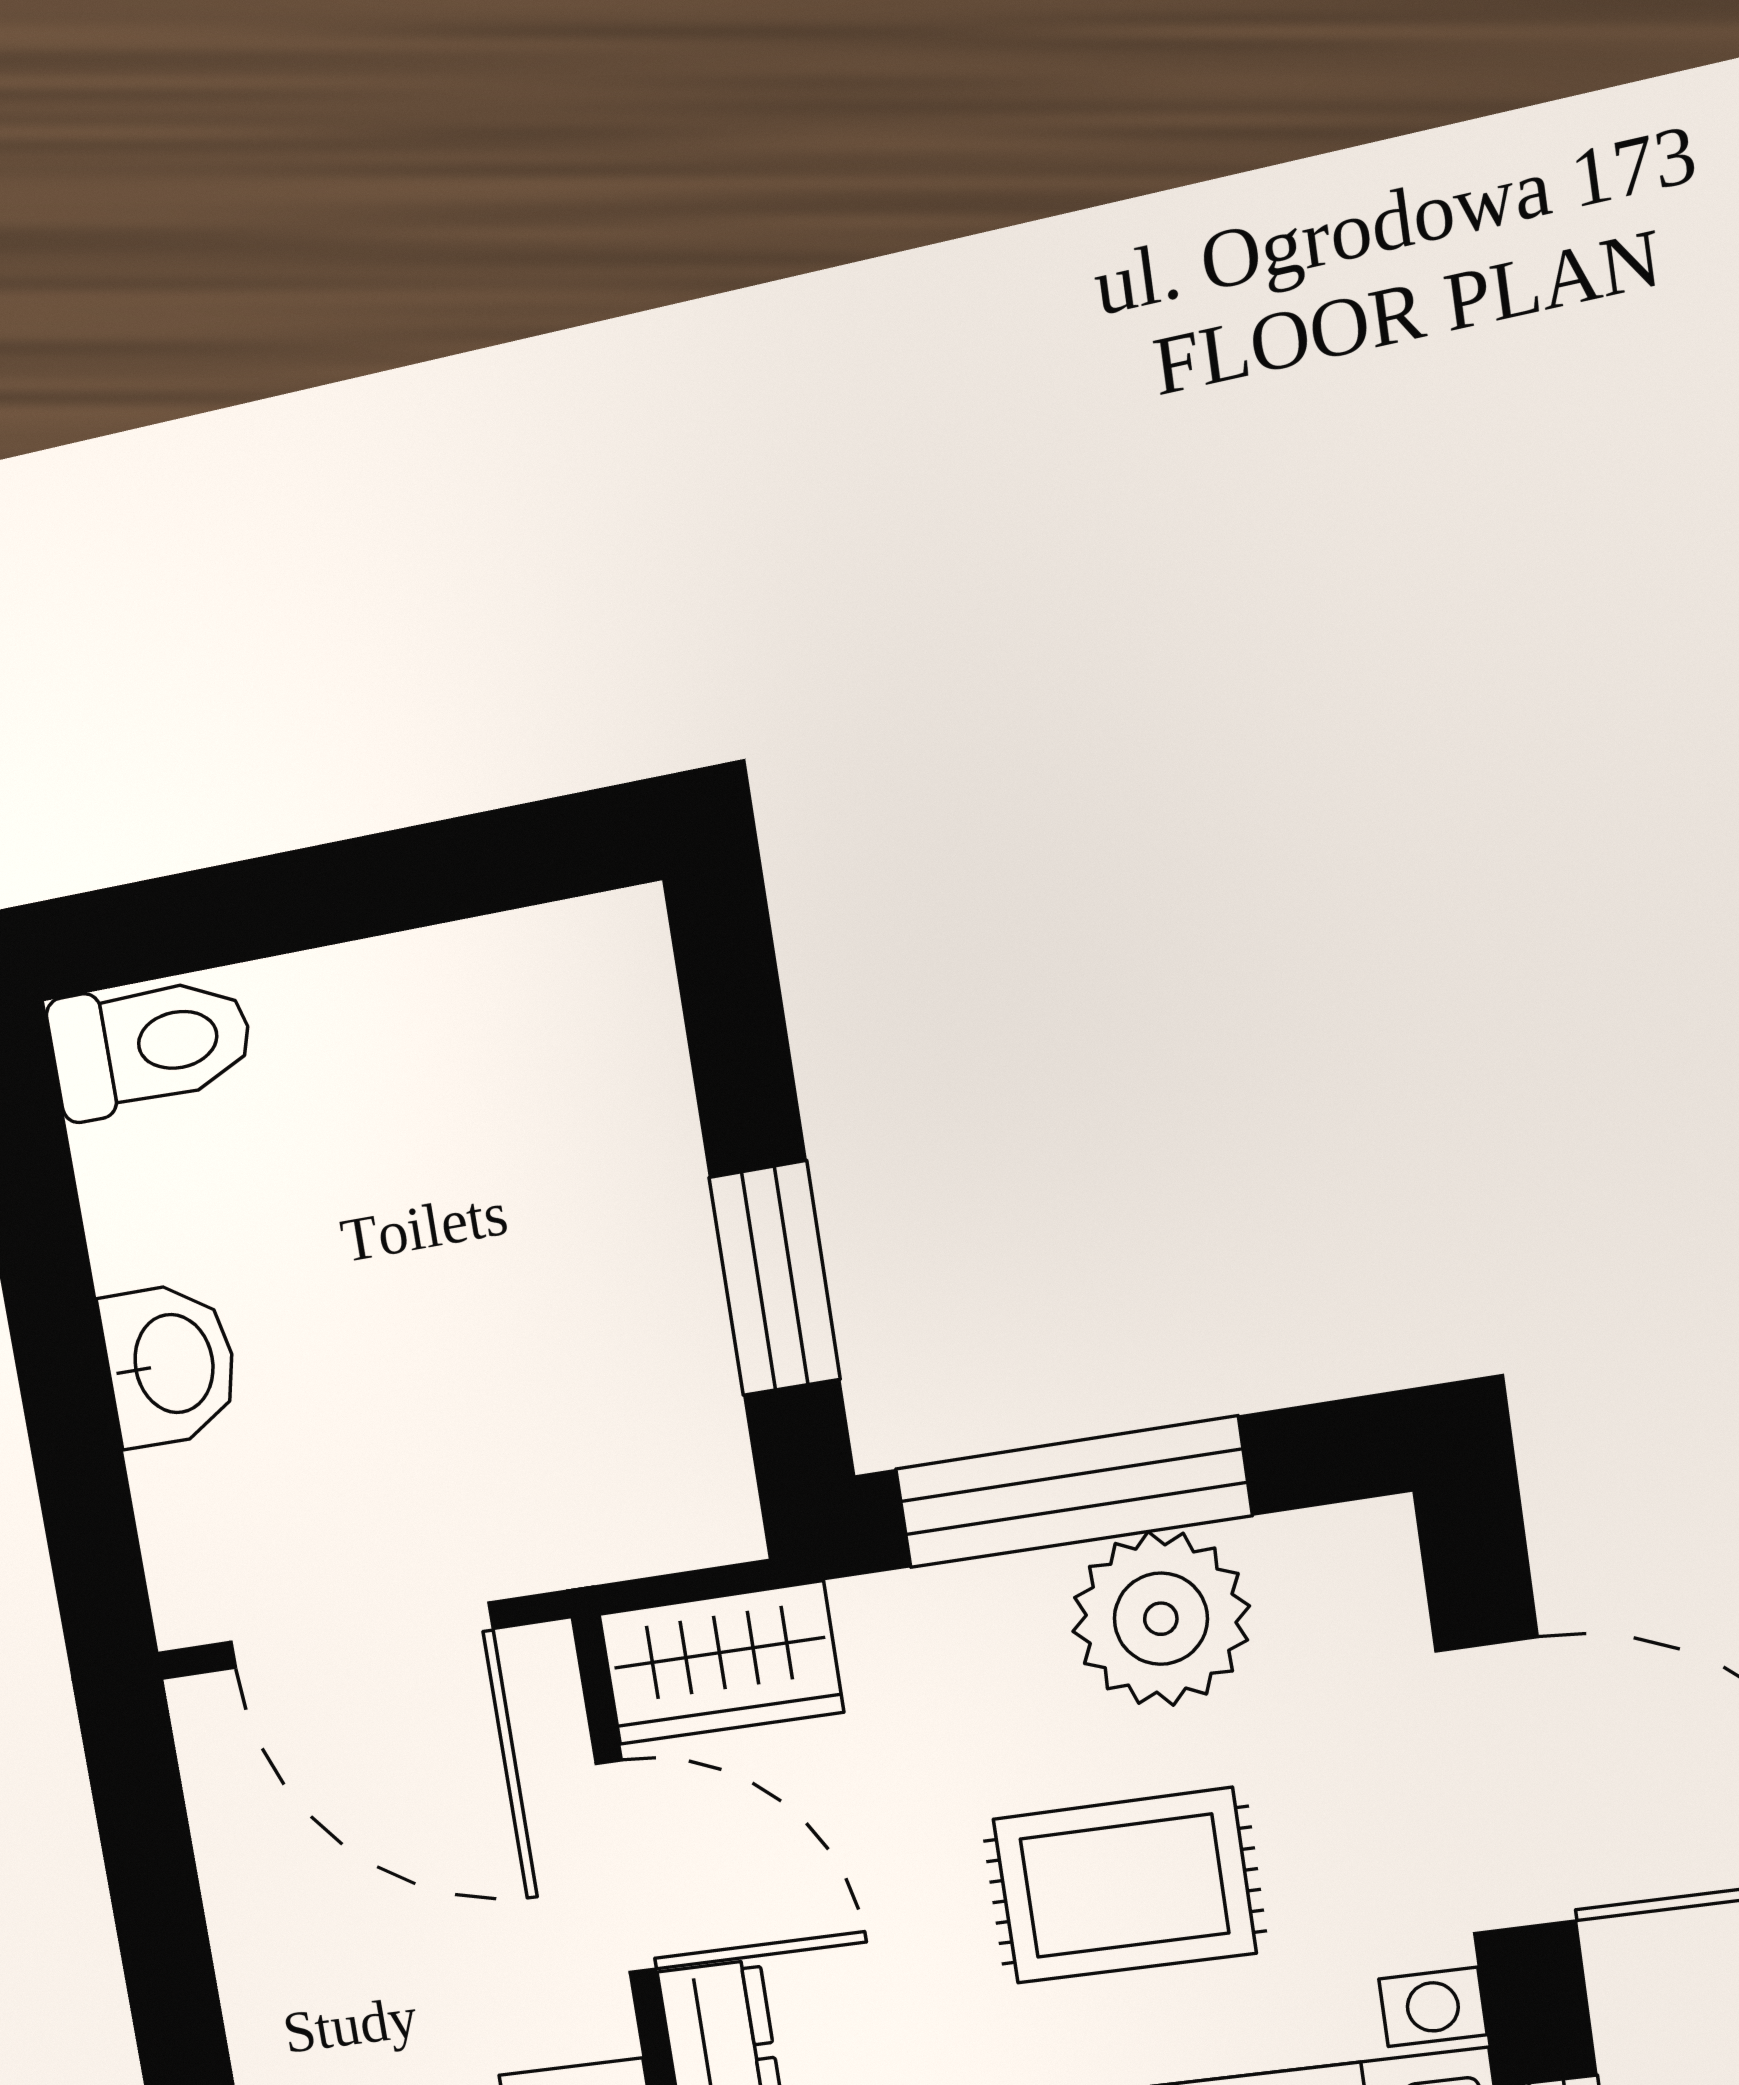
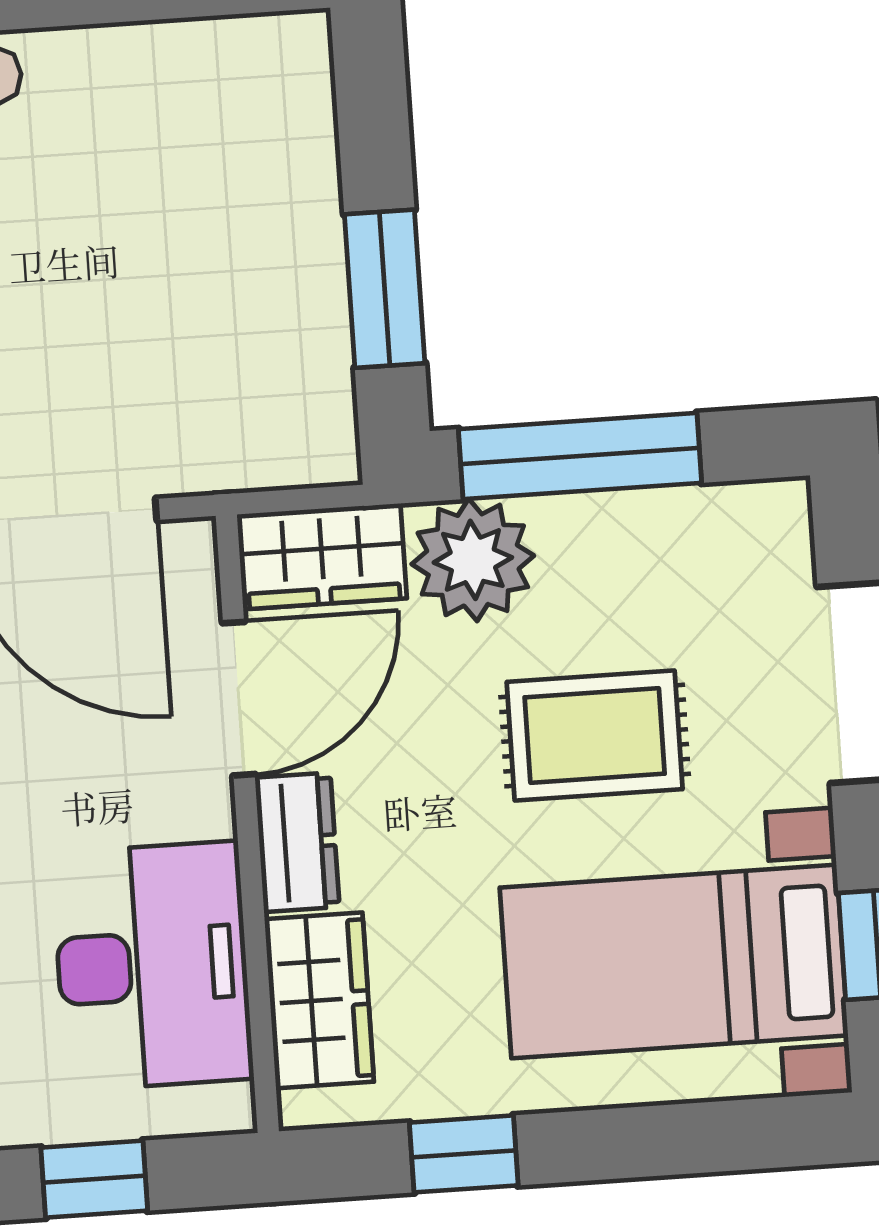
plant: (1161, 1619) -> (473, 560), moved
door: (626, 1866) -> (239, 699), hinge flipped

